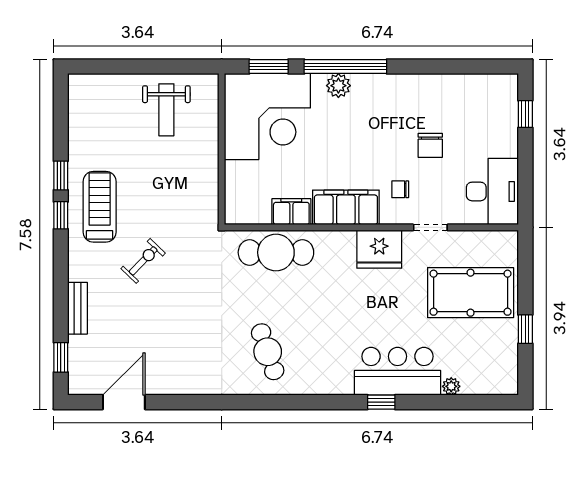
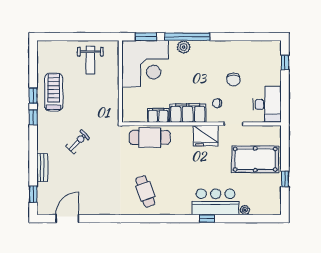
treadmill: (100, 207) -> (54, 92), moved

